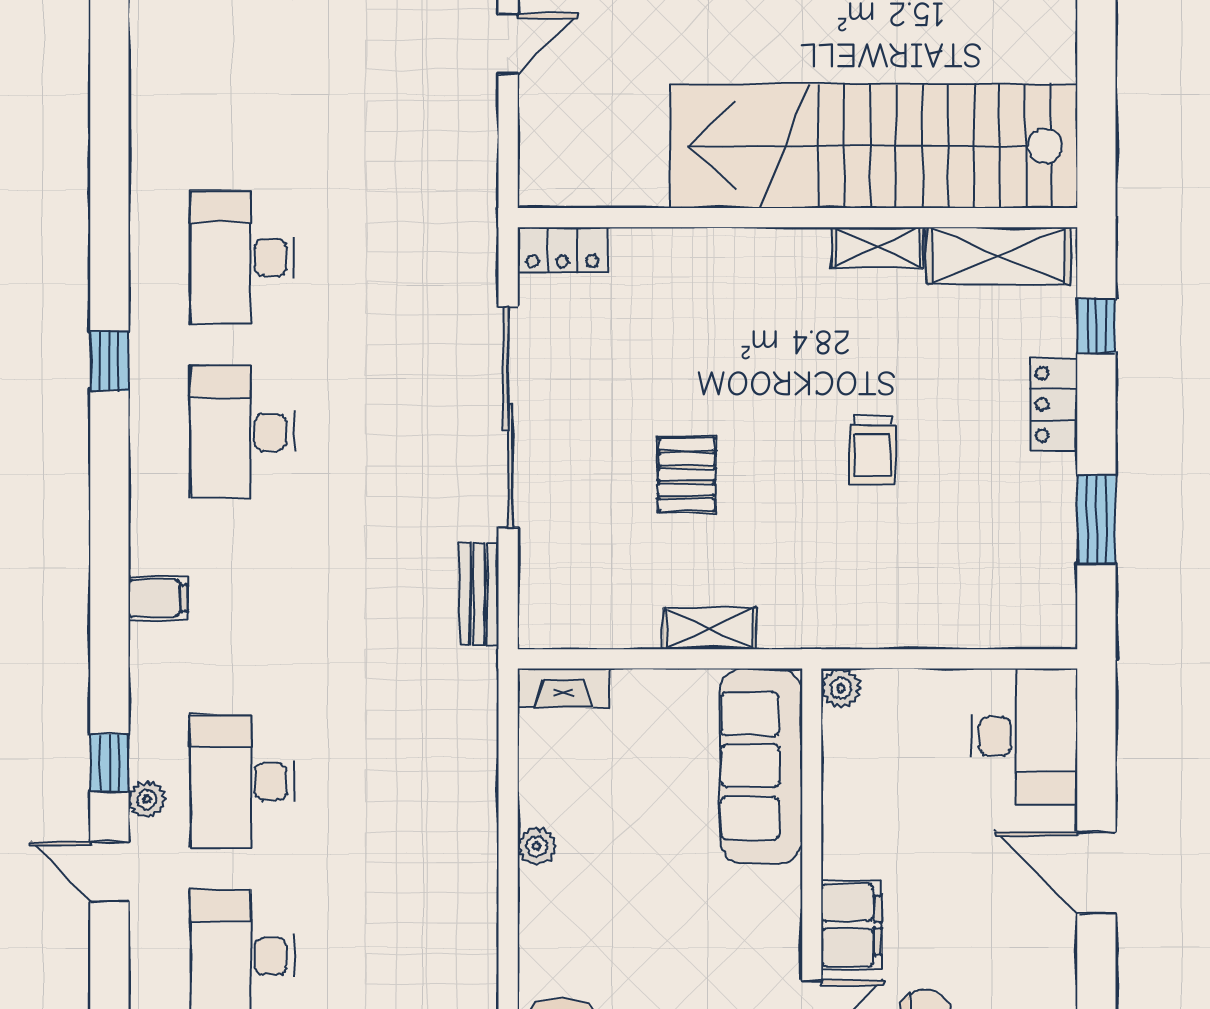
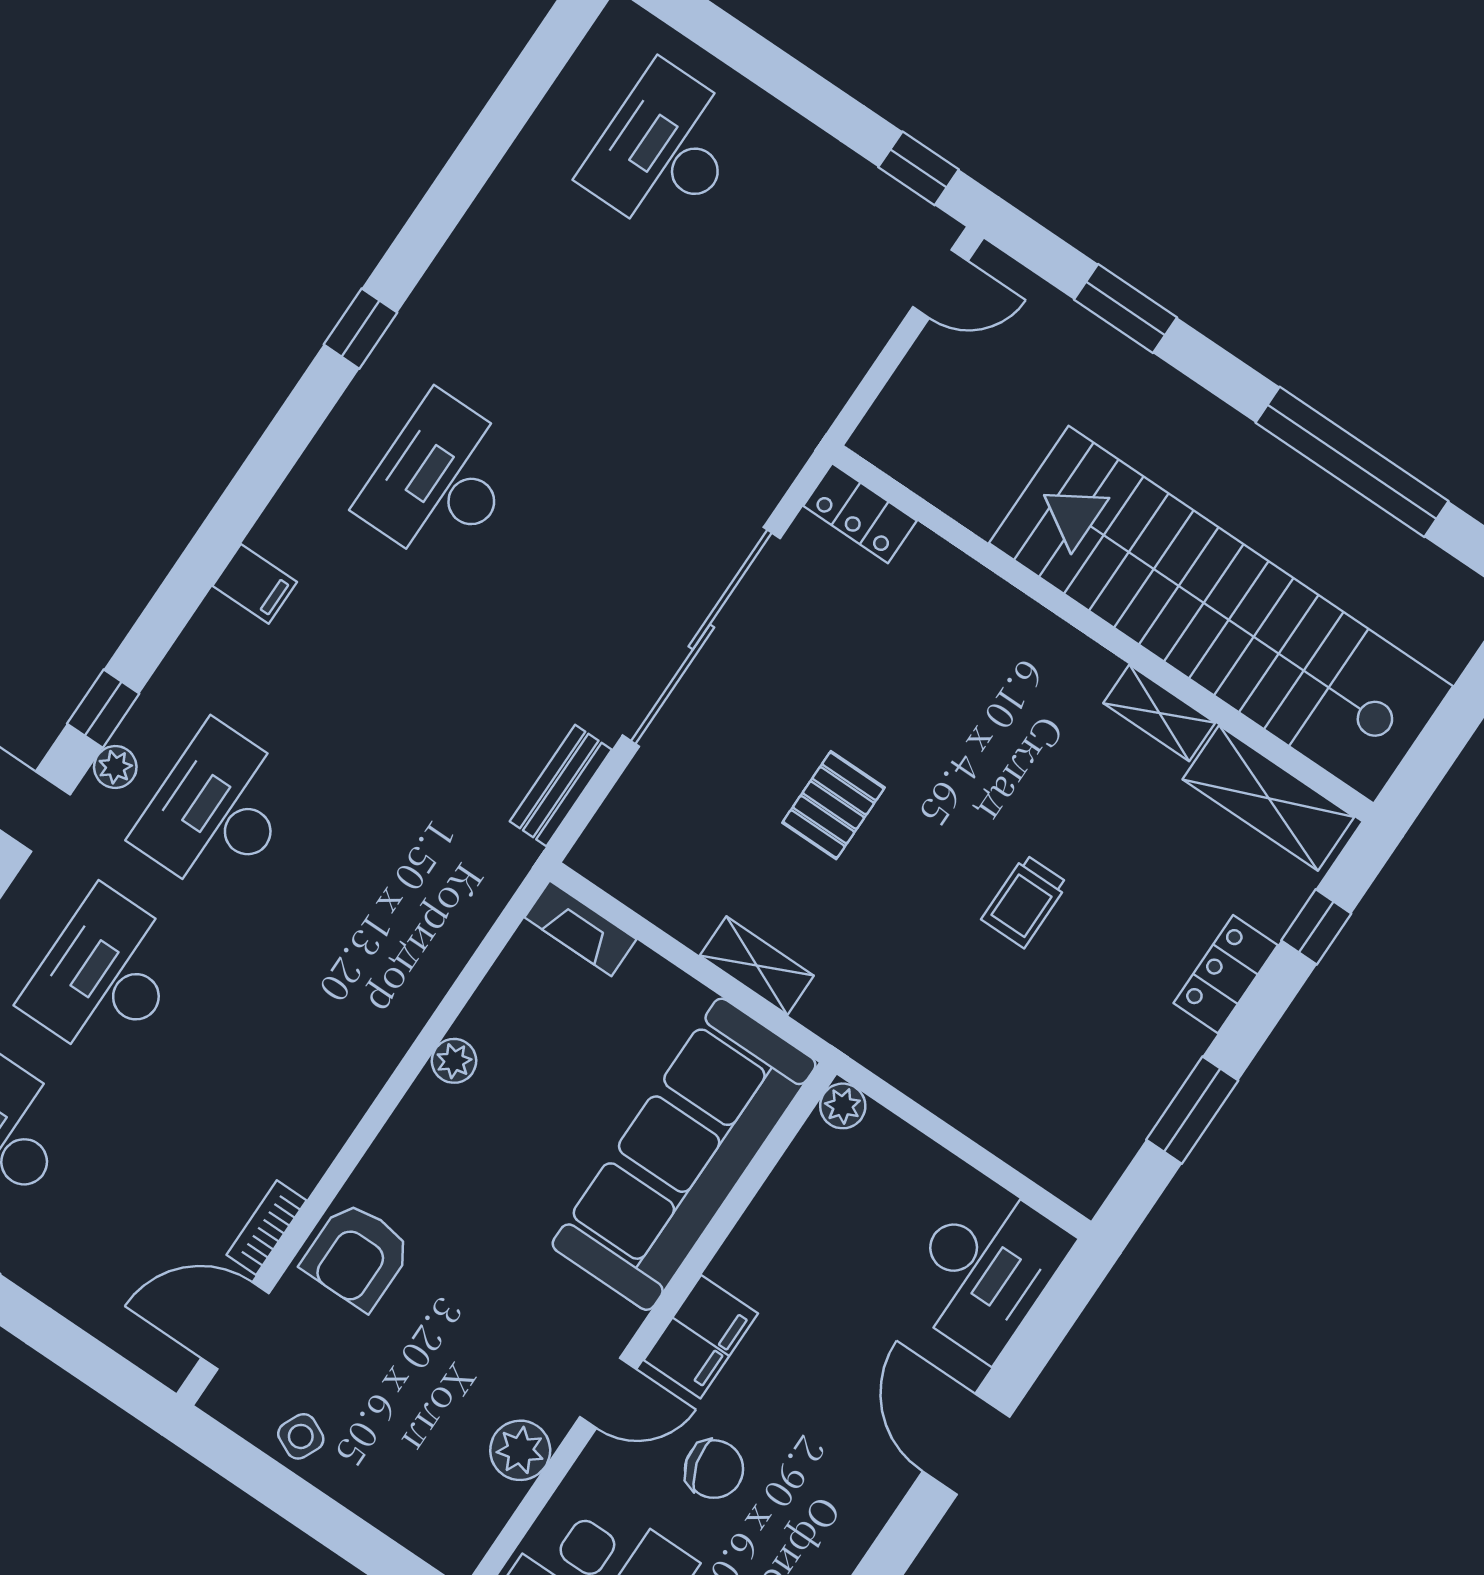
desk: (242, 257) -> (664, 151), moved
sofa: (761, 766) -> (684, 1154), width x1.36, depth x1.27

